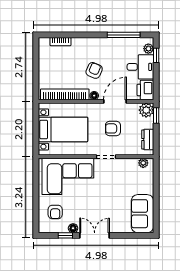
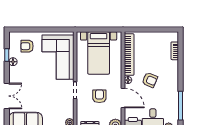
double door: (95, 235) -> (7, 96), moved

